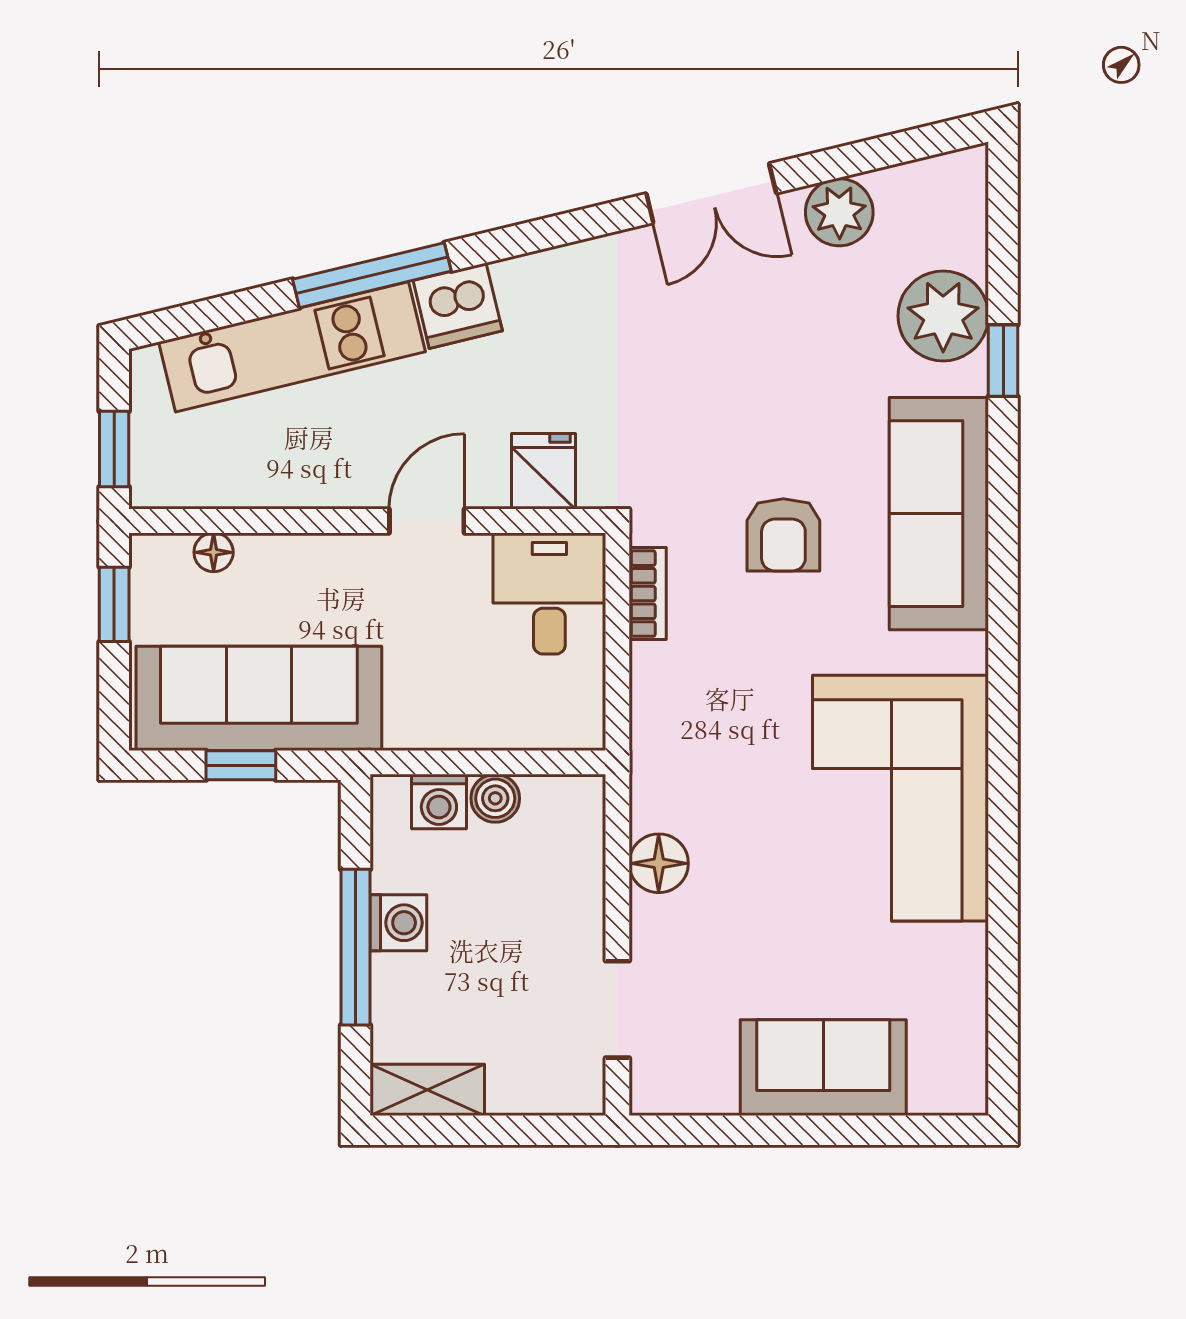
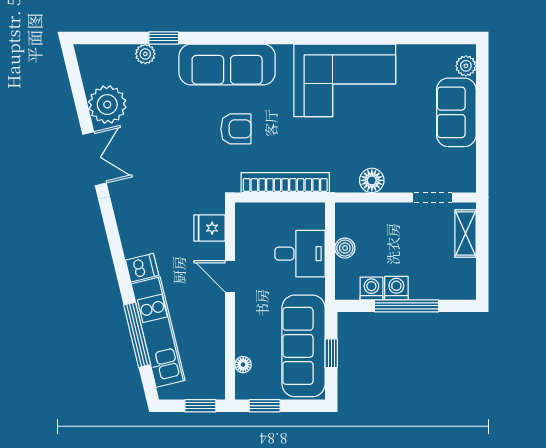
plant: (839, 212) -> (107, 105), width x1.36, depth x1.36
window: (372, 275) -> (137, 335), moved
dishwasher: (458, 306) -> (142, 268), width x0.73
plant: (943, 316) -> (145, 54), width x0.53, depth x0.53
desk: (549, 593) -> (300, 254), moved, turned 180
bookcase: (648, 594) -> (285, 183), width x2.31, depth x1.31
washing machine: (439, 801) -> (371, 288), moved, turned -90
shelving: (427, 1090) -> (466, 234), moved
plant: (936, 1091) -> (466, 66), added

